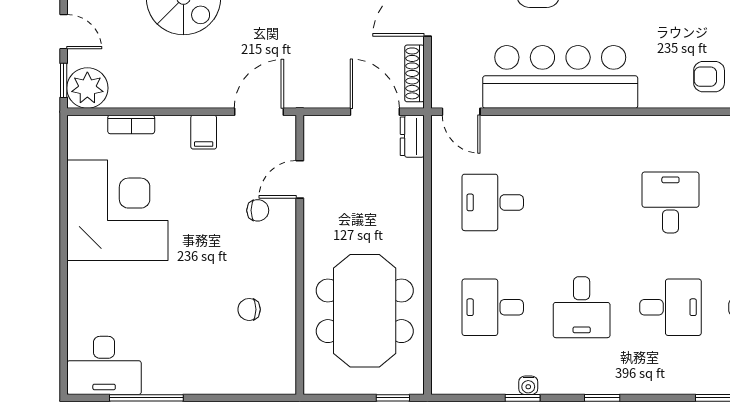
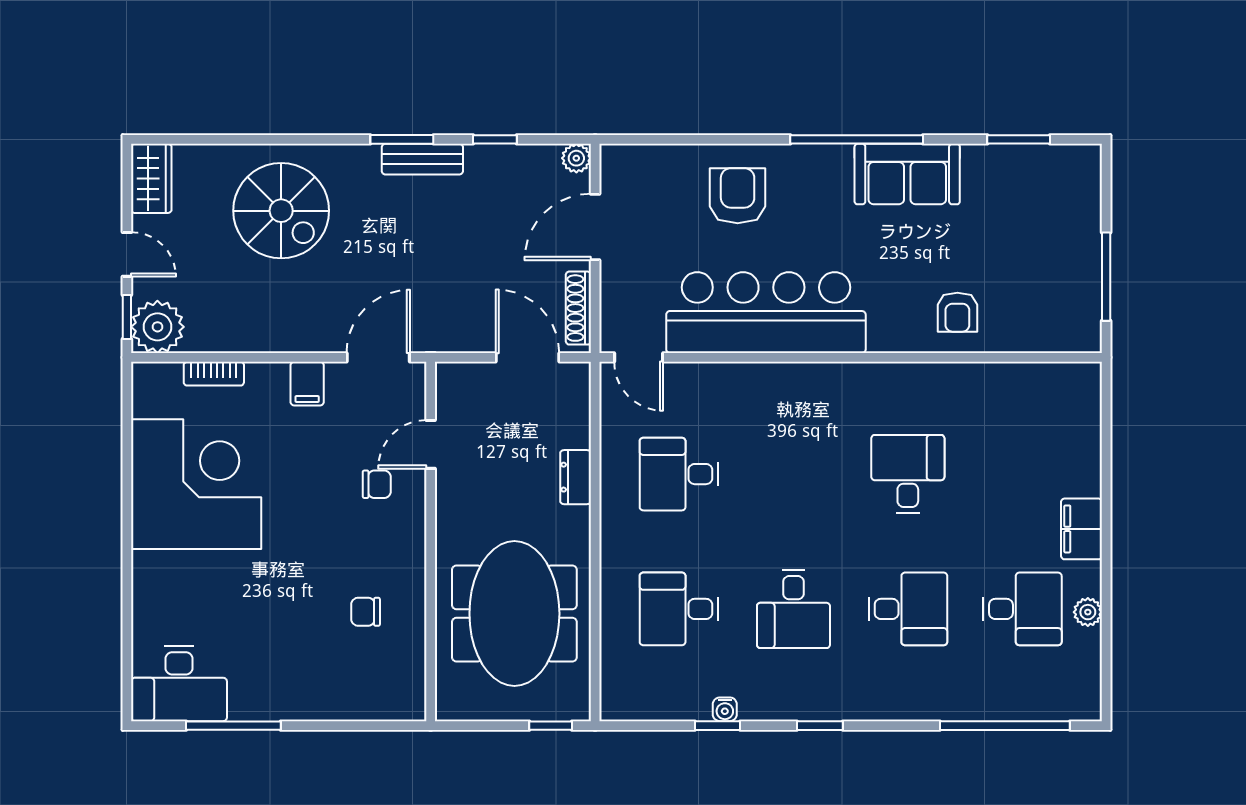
armchair: (709, 77) -> (957, 312), turned -90
dresser: (412, 136) -> (576, 477), moved

